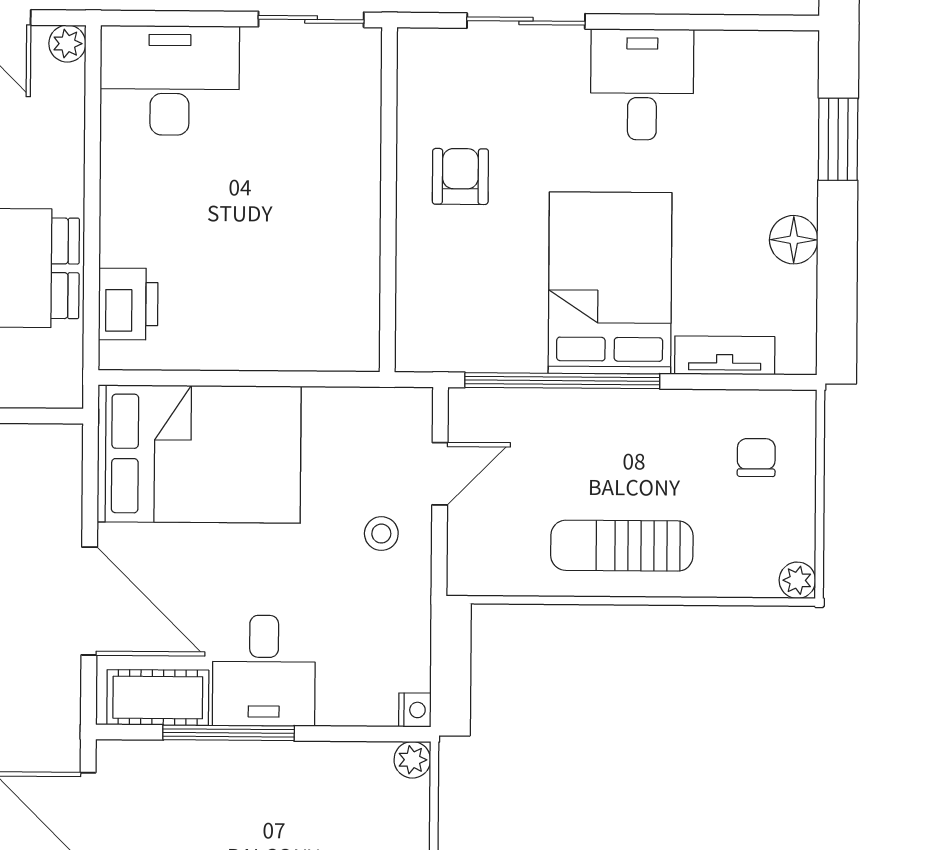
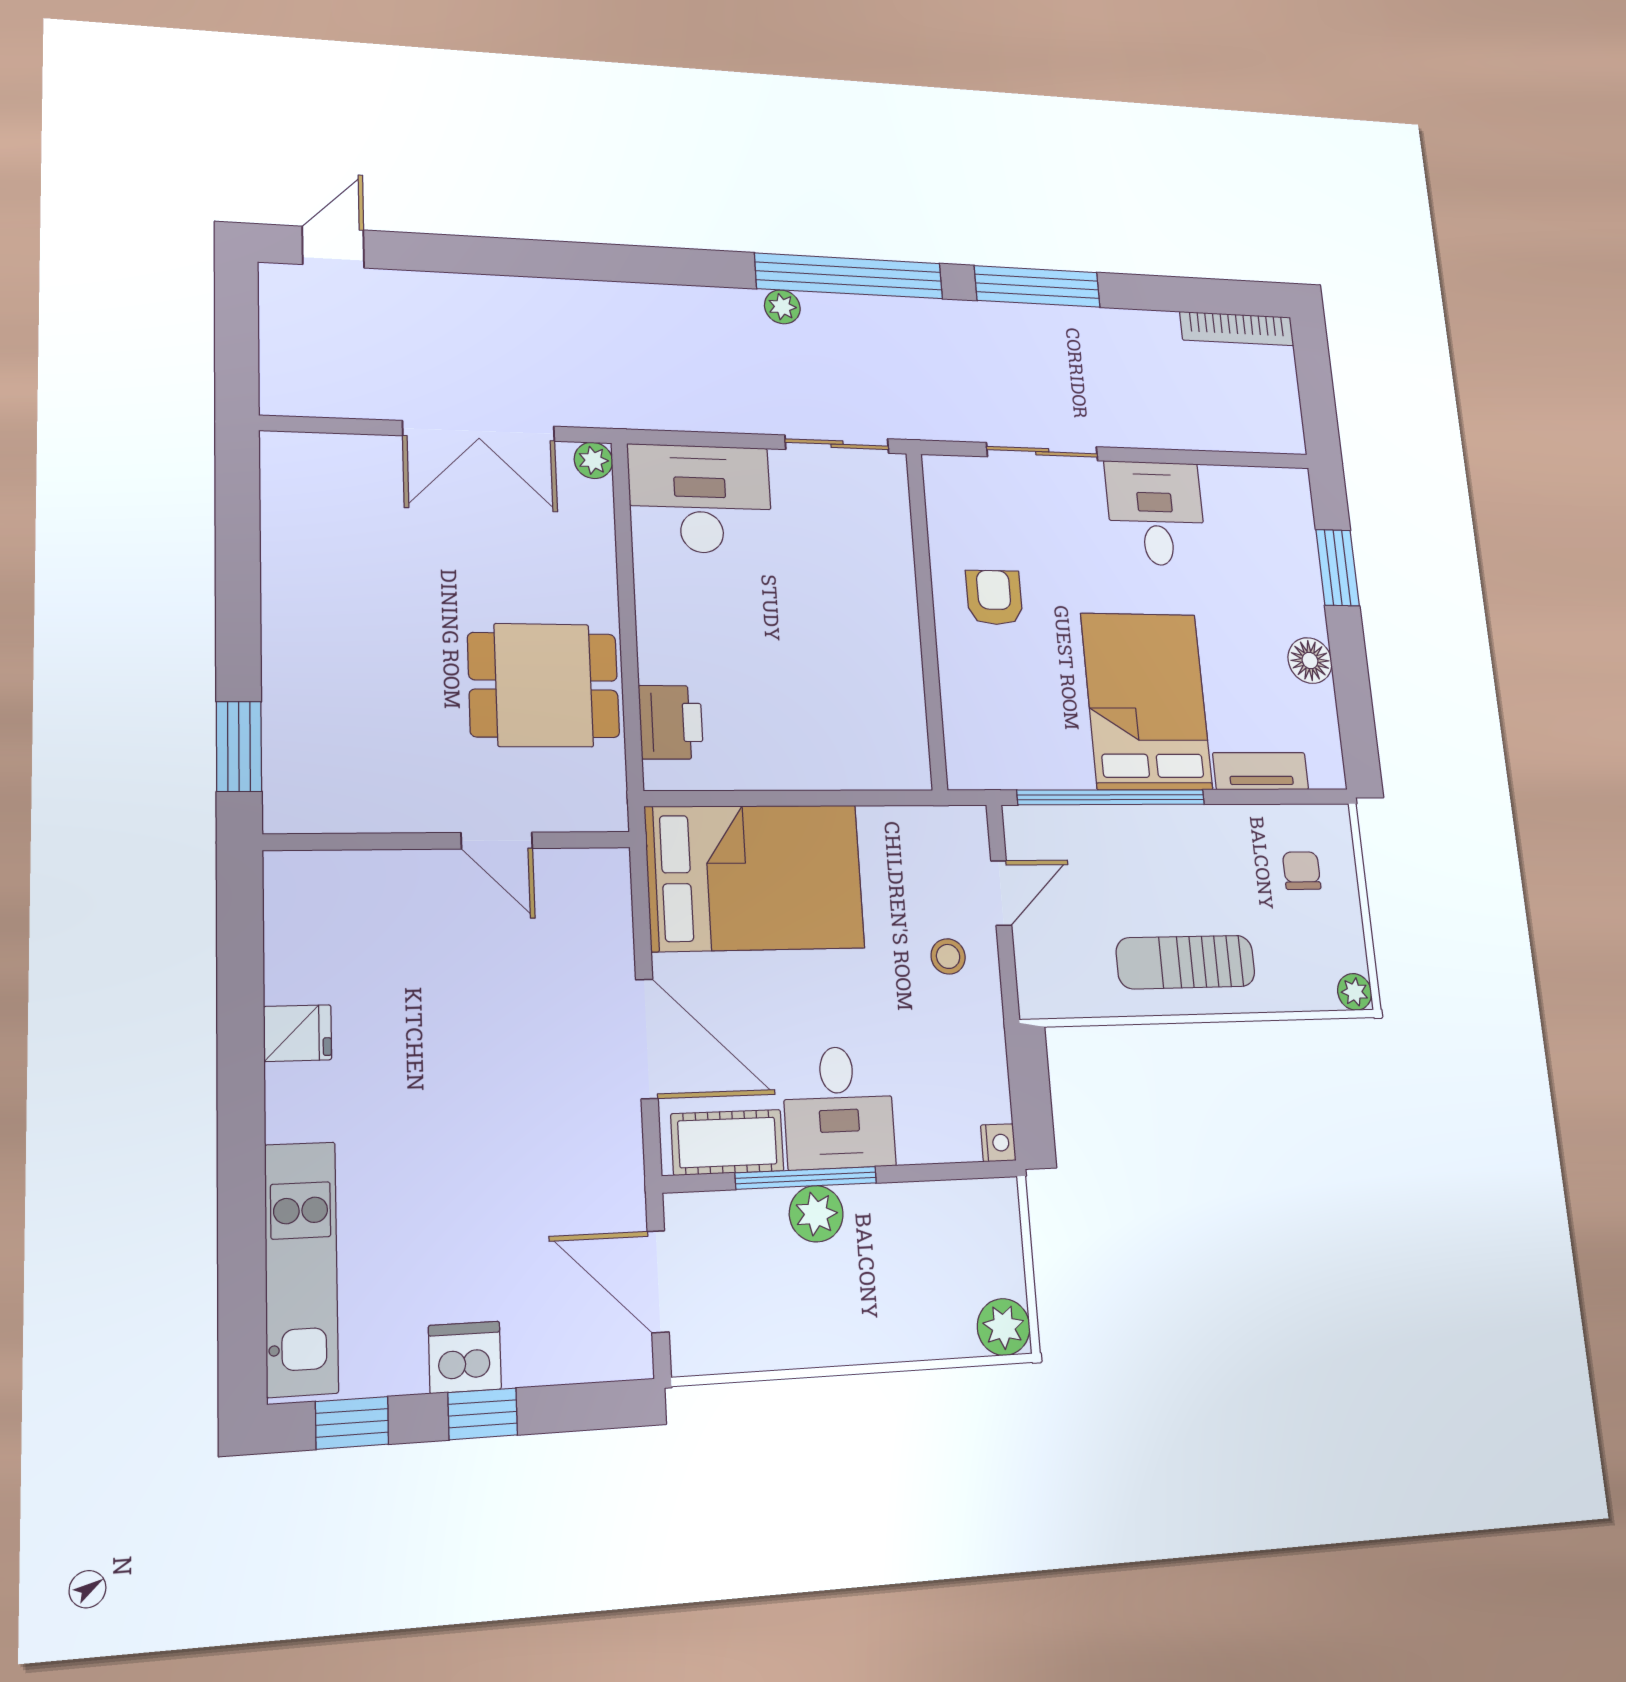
plant: (412, 760) -> (816, 1214), moved, width x1.38, depth x1.38

